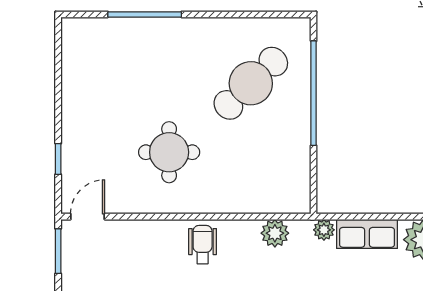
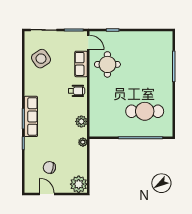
cafe table: (251, 83) -> (145, 111), turned -46
round table: (169, 152) -> (107, 64), moved
row of seats: (367, 234) -> (81, 64), moved

